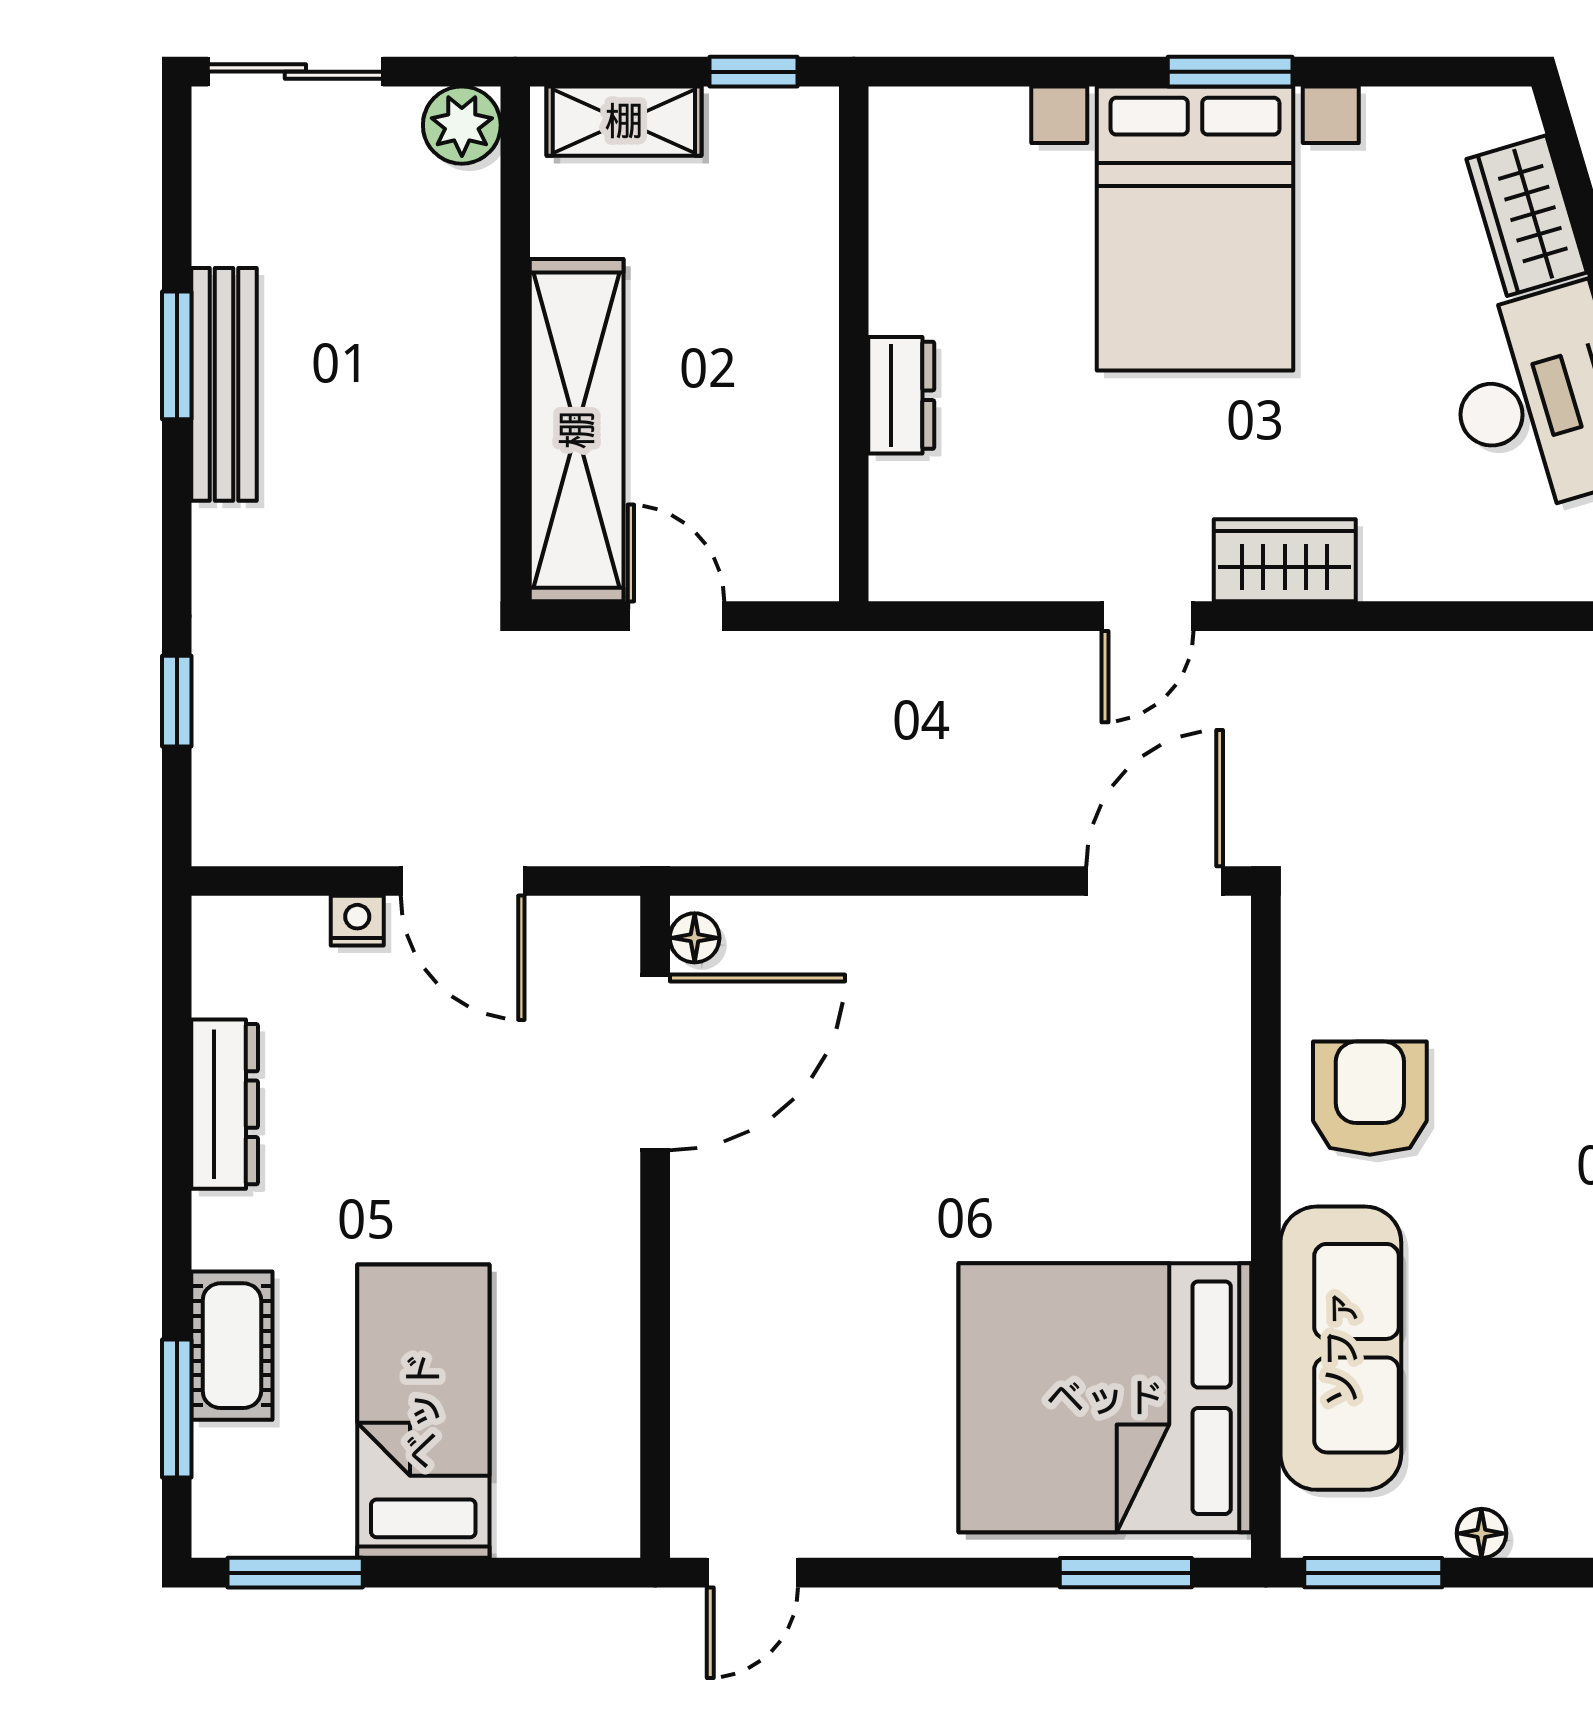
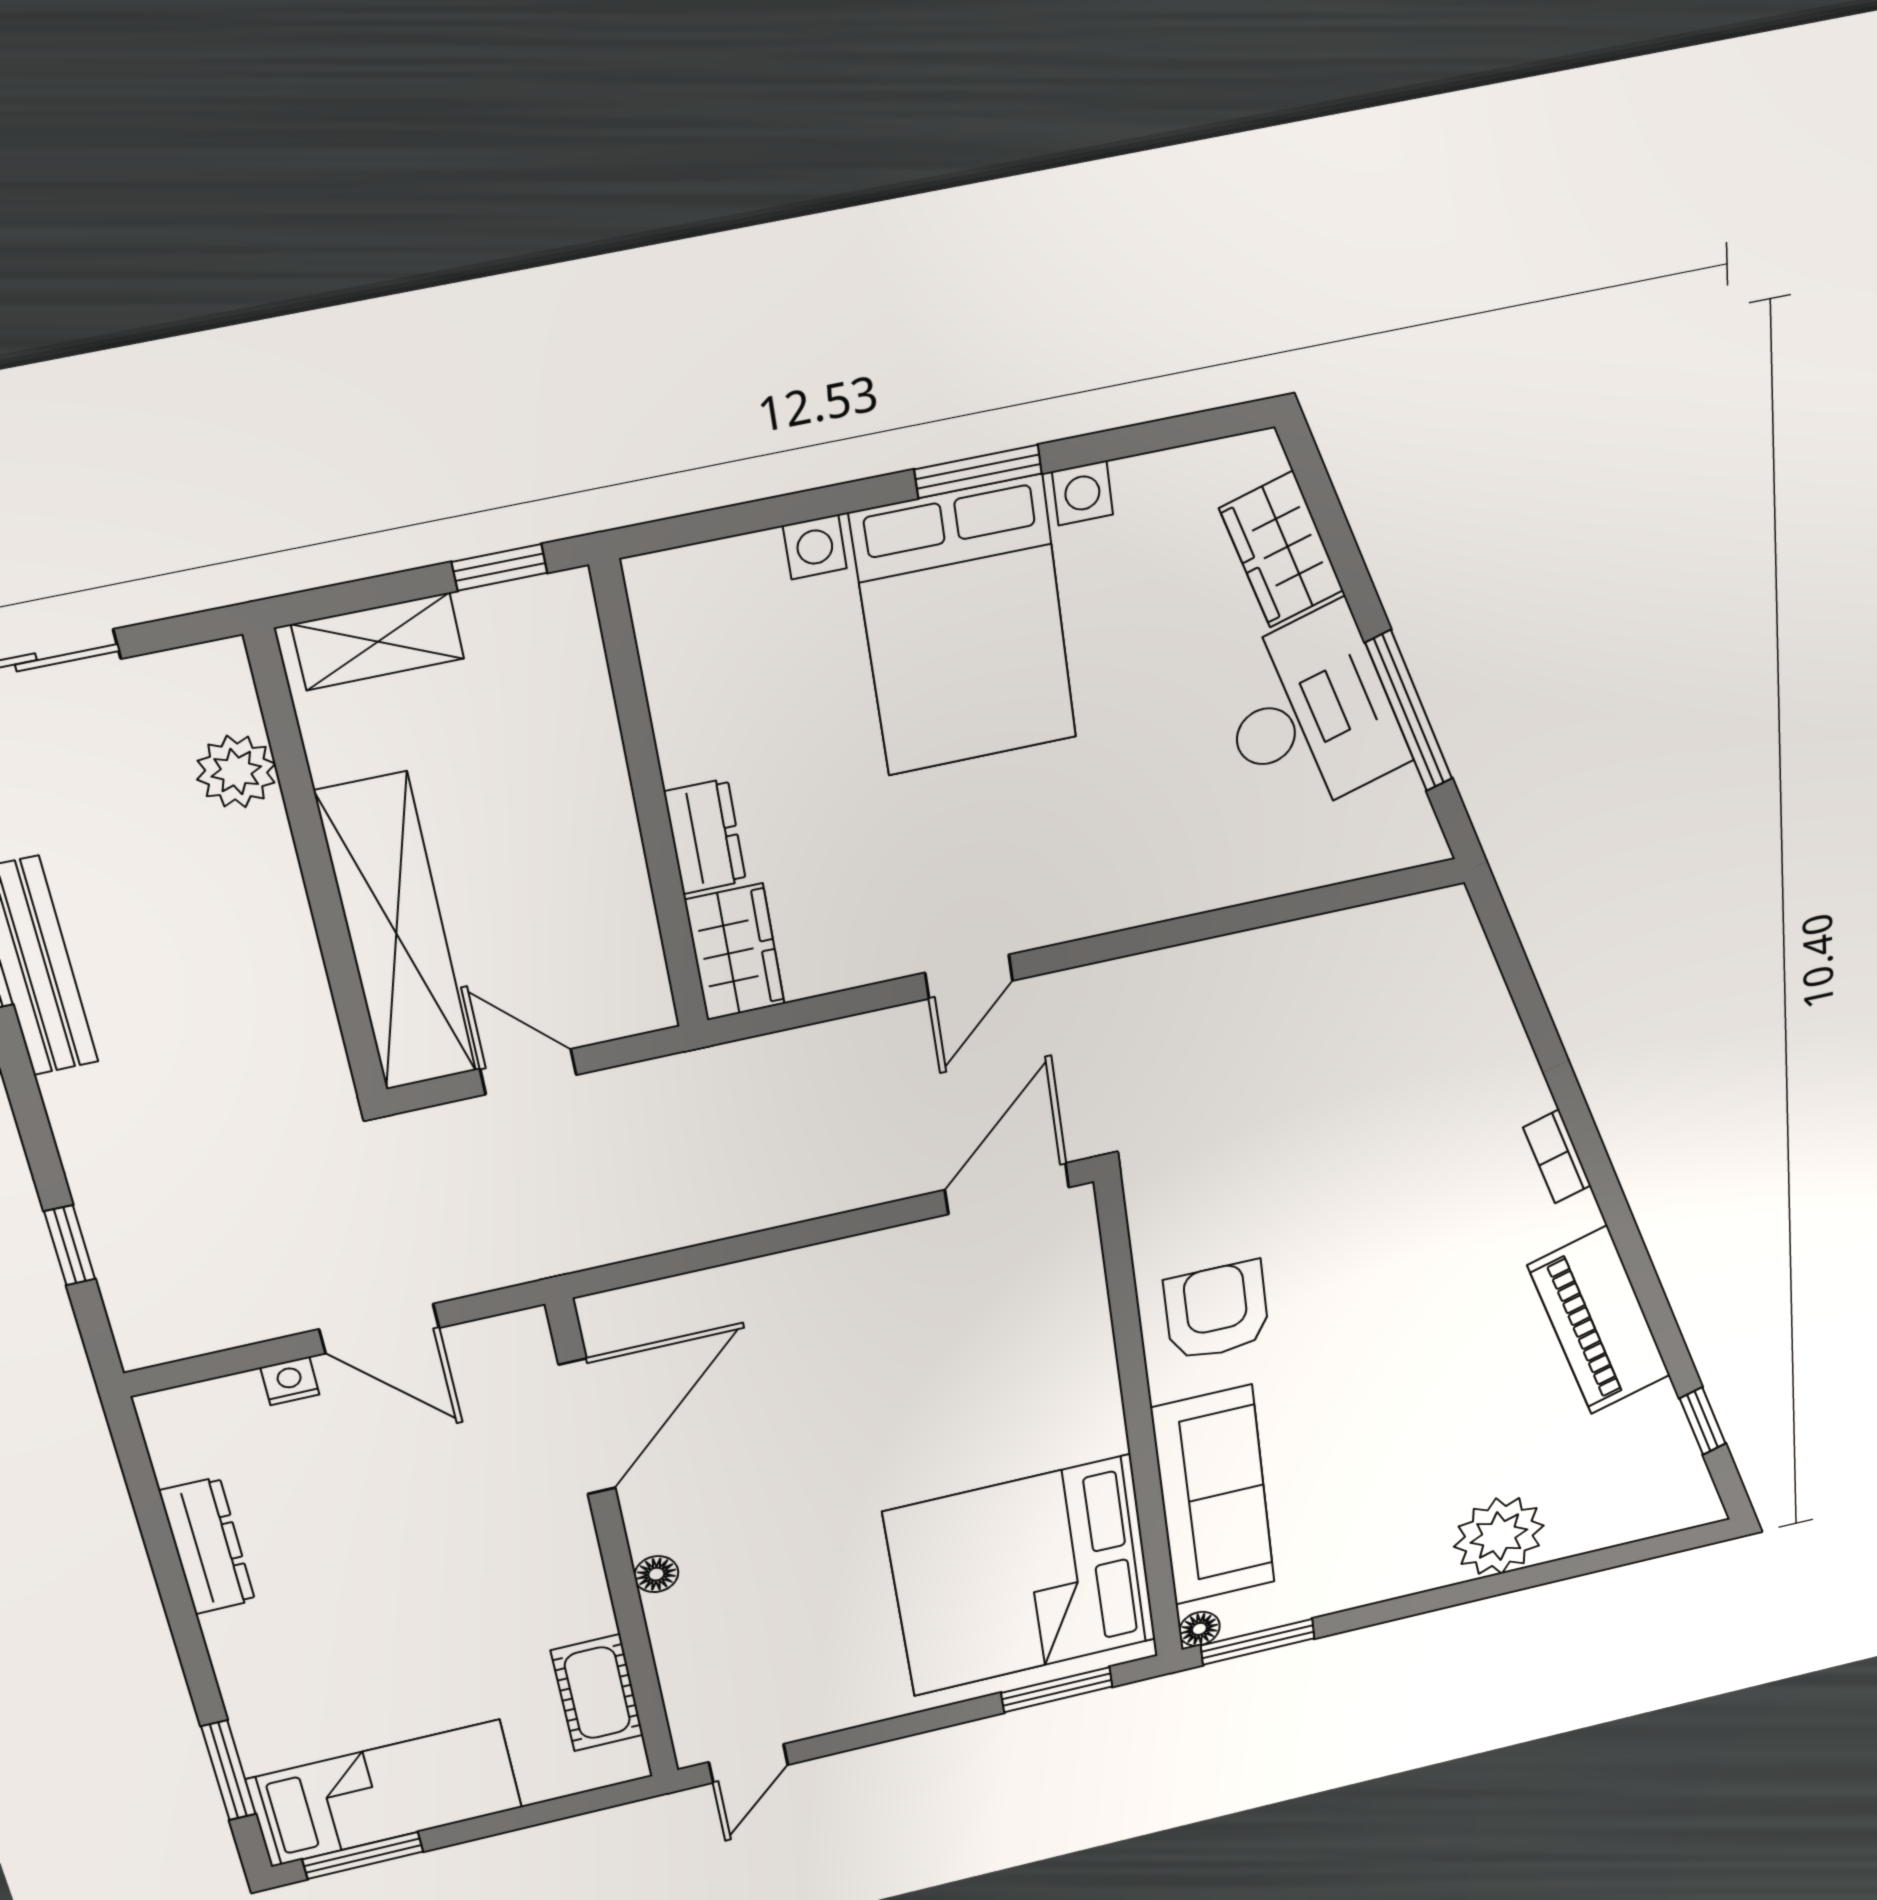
plant: (462, 125) -> (236, 772), moved
wardrobe: (1285, 560) -> (735, 952), moved, turned 90
floor lamp: (695, 938) -> (656, 1574), moved
cot: (232, 1346) -> (597, 1693), moved
bed: (423, 1411) -> (385, 1793), moved, turned 90
floor lamp: (1481, 1533) -> (1199, 1629), moved

